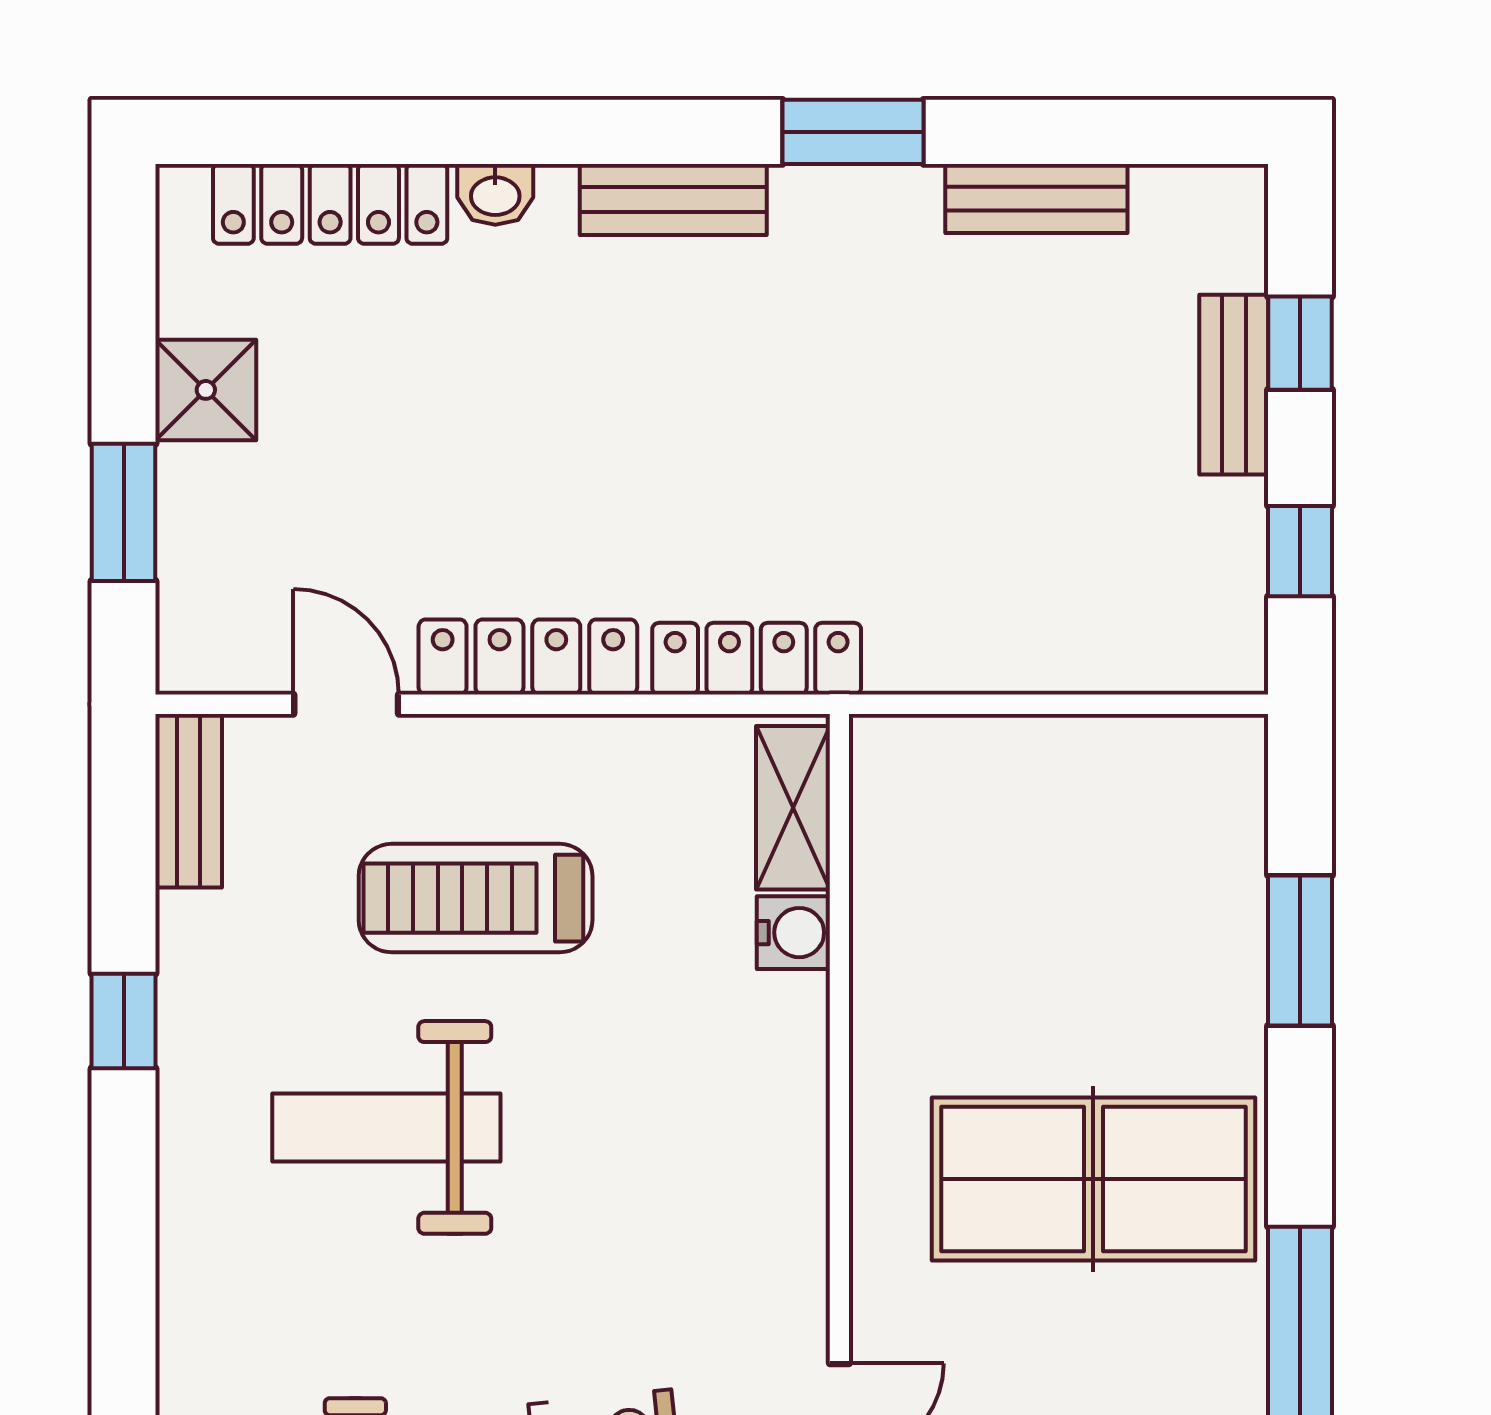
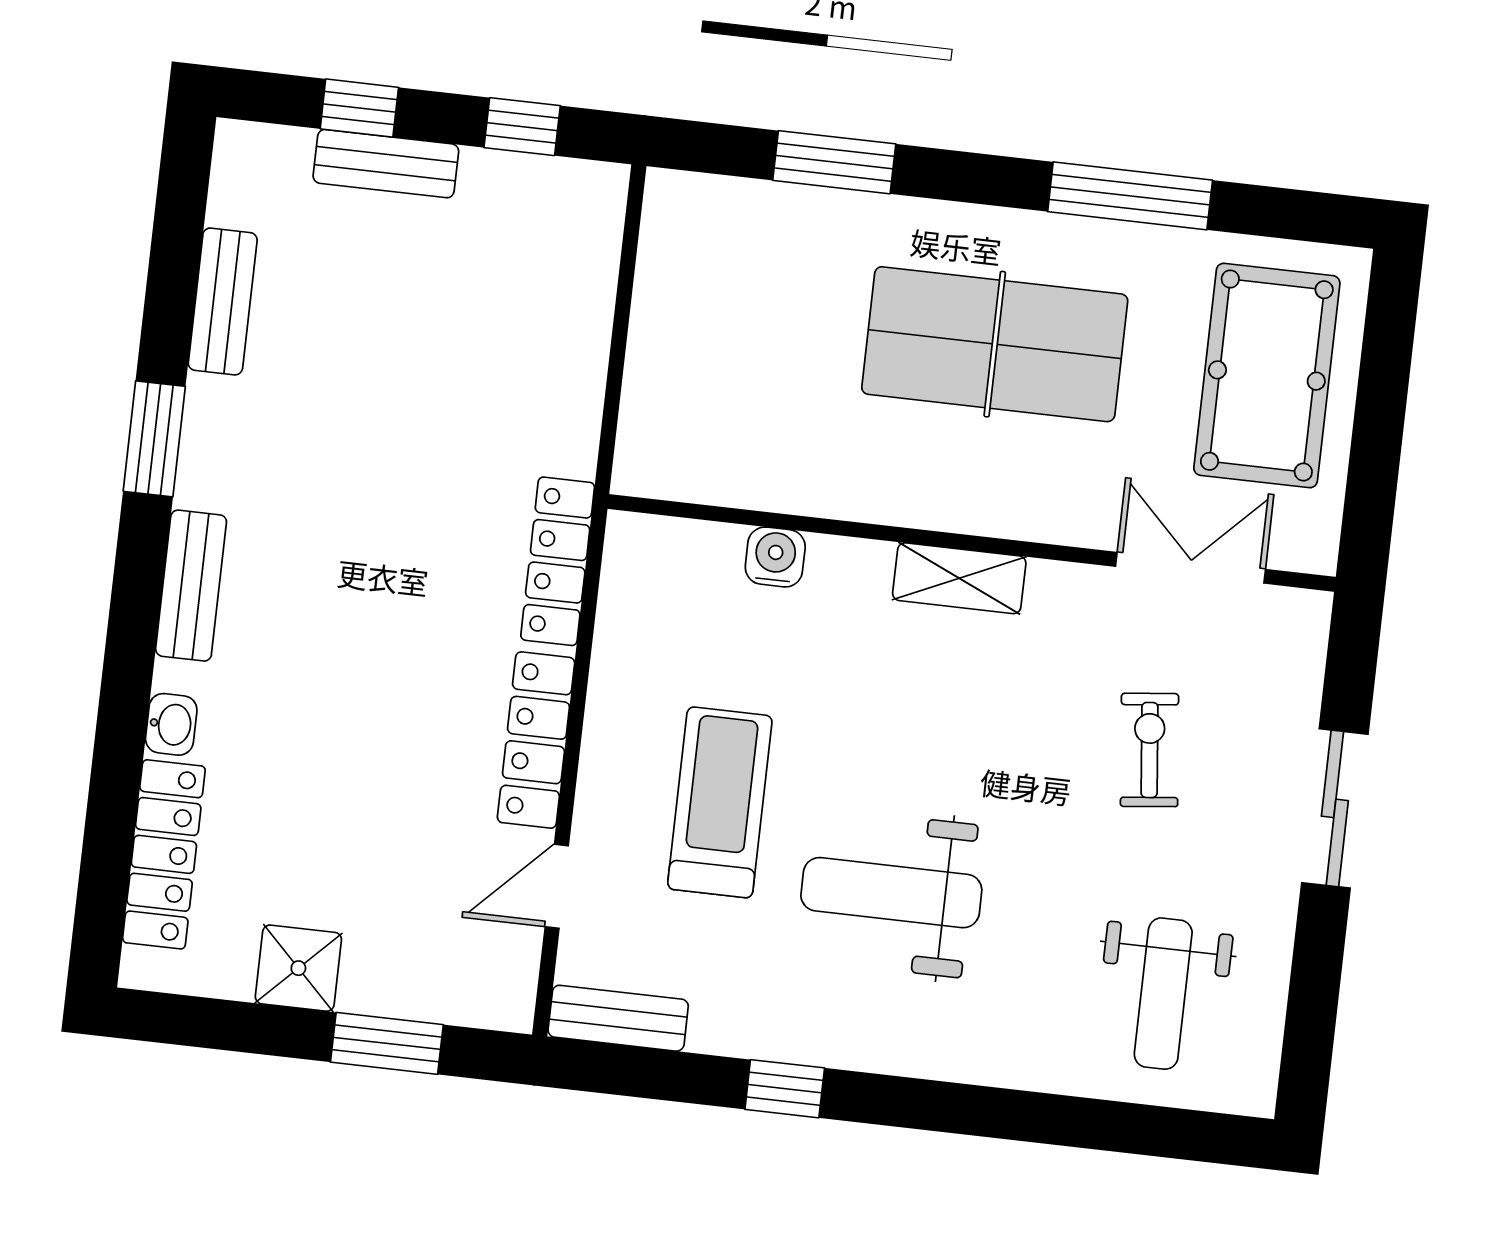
shelving: (793, 808) -> (959, 578), moved
treadmill: (476, 898) -> (720, 802), turned 180
weight bench: (386, 1127) -> (891, 893), turned 90
table tennis table: (1093, 1179) -> (995, 344), turned 90

